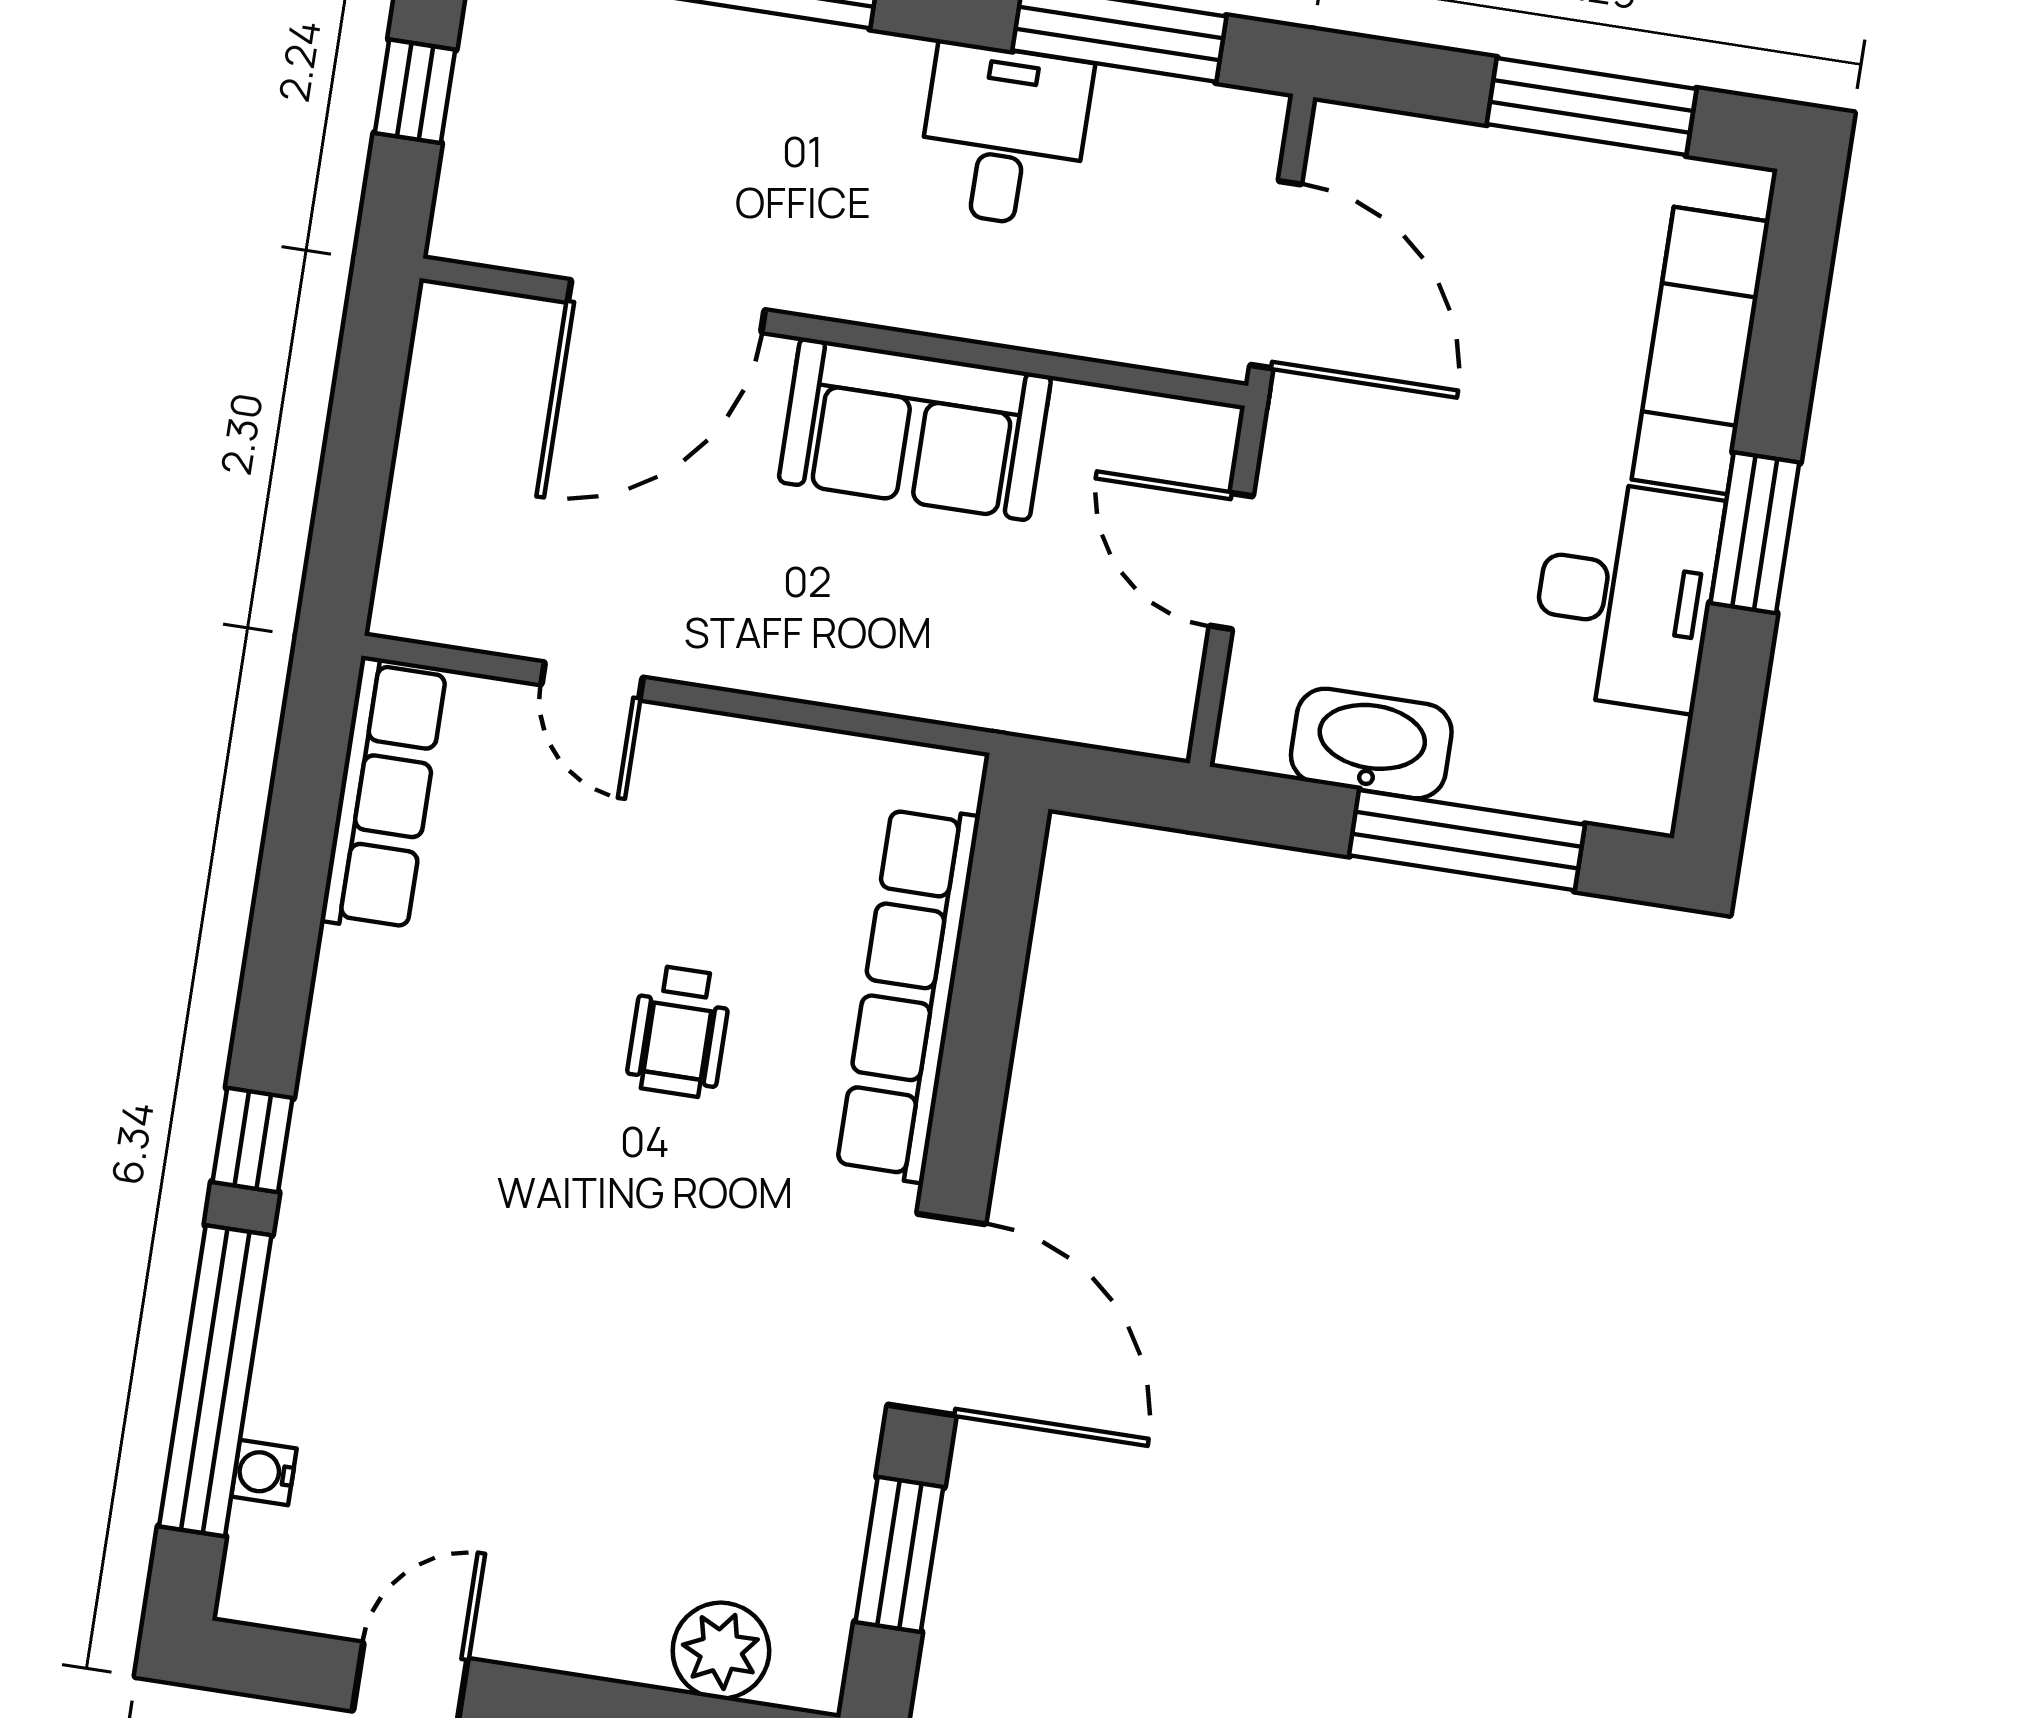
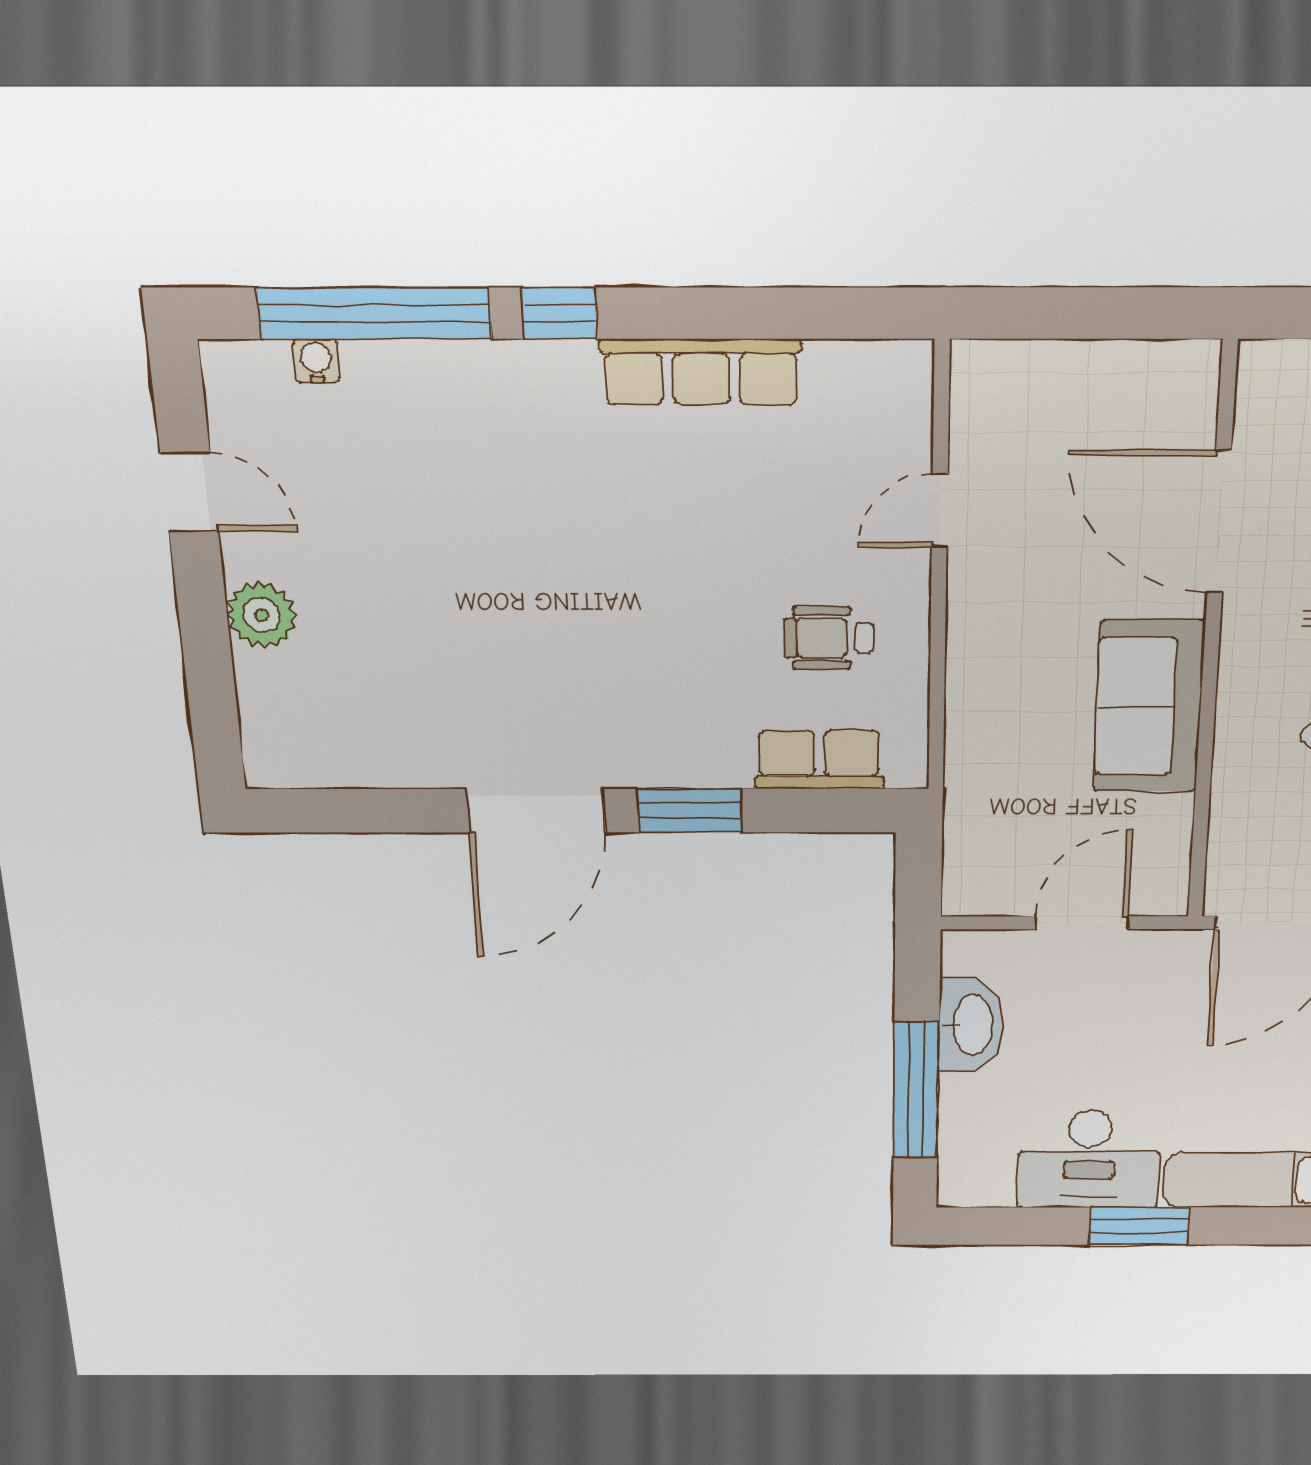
row of seats: (384, 795) -> (701, 372), moved
row of seats: (908, 993) -> (819, 760), width x0.50
wheelchair: (679, 1031) -> (829, 638), moved
window: (899, 1554) -> (690, 811), moved
plant: (721, 1651) -> (262, 615), moved

